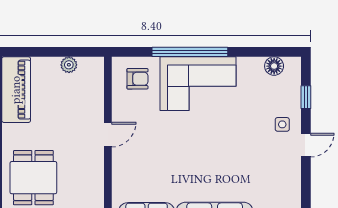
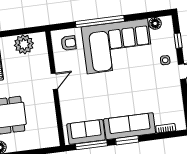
plant: (69, 65) -> (24, 44), width x1.87, depth x1.87
corner sofa: (198, 84) -> (117, 46), width x1.36, depth x1.36

